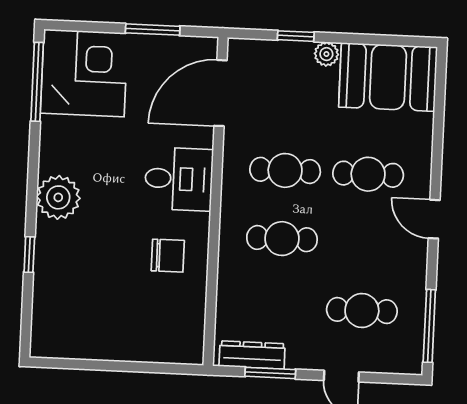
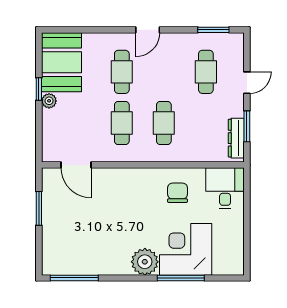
window: (296, 36) -> (39, 89), moved
corner desk: (84, 73) -> (186, 249), moved
door: (220, 93) -> (76, 165), width x0.73
desk: (179, 179) -> (225, 188), moved
window: (29, 255) -> (181, 278), width x2.17
window: (429, 326) -> (213, 30), width x0.69

